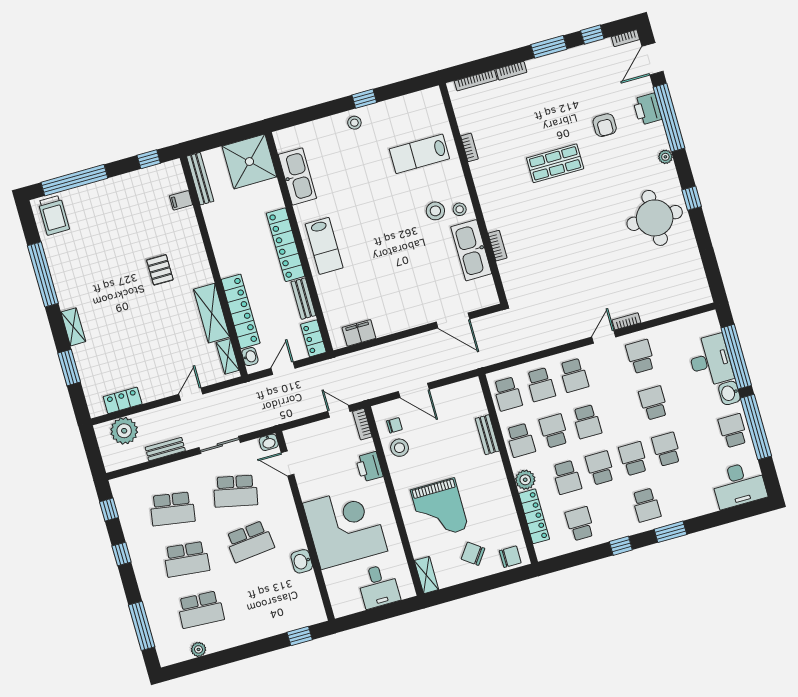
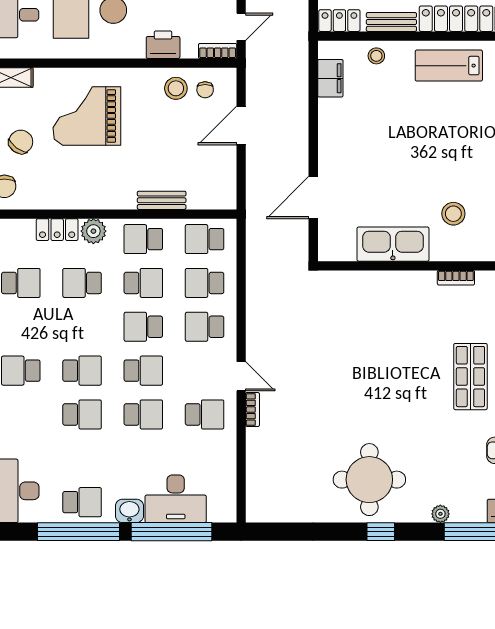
stool: (460, 209) -> (376, 56), moved
bookcase: (497, 246) -> (456, 278), moved
school desk: (600, 468) -> (143, 371), moved
locker: (534, 516) -> (57, 230), width x0.66

